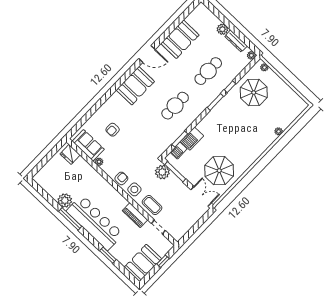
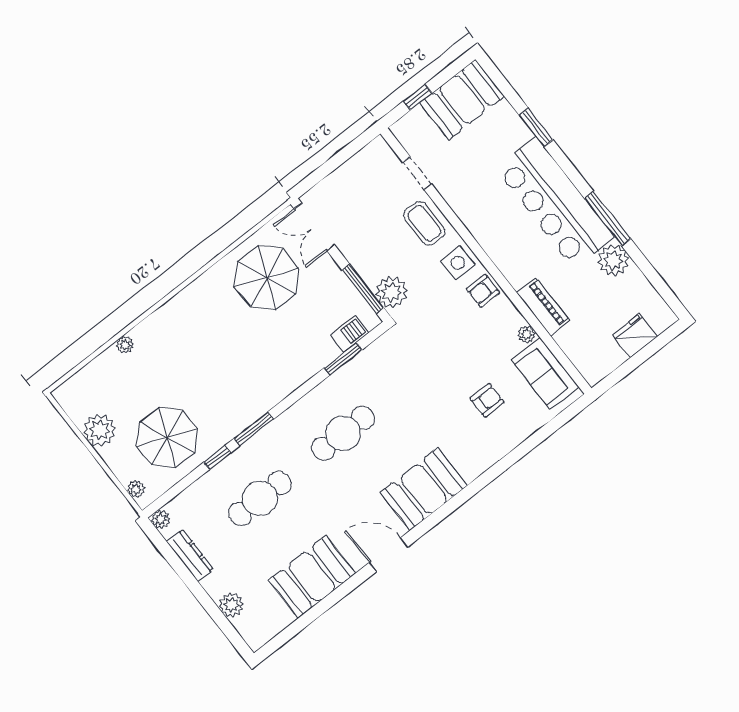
plant: (222, 29) -> (231, 605), moved
plant: (285, 91) -> (100, 430), added
barbecue: (192, 139) -> (316, 356), removed
fridge: (70, 154) -> (635, 336), moved, turned -90
piano: (135, 215) -> (543, 307), moved

